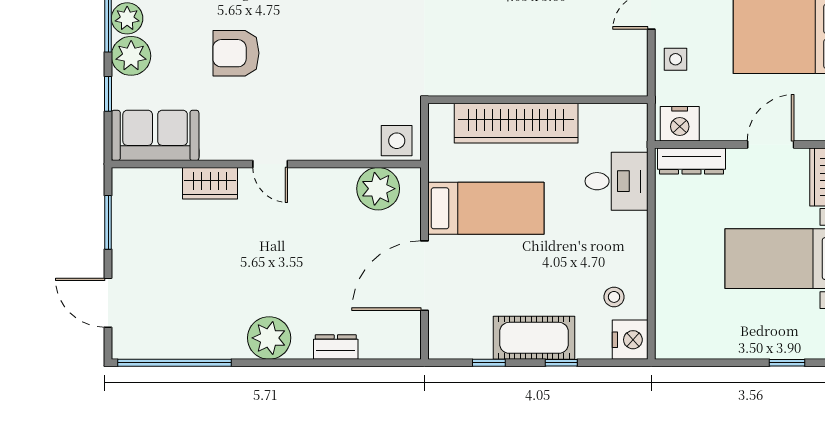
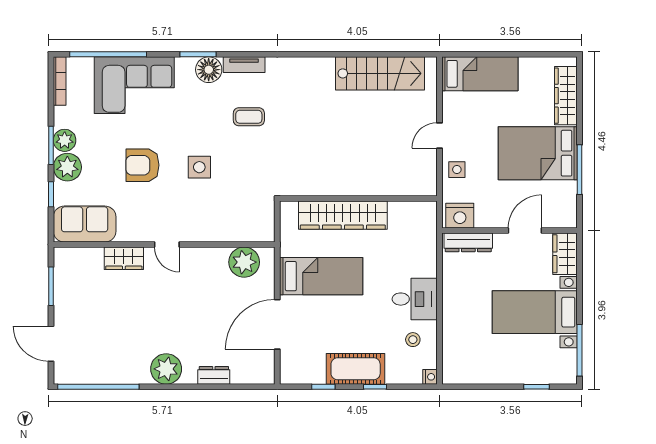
side table: (397, 141) -> (199, 167), moved
desk: (616, 181) -> (415, 299), moved
nightstand: (630, 340) -> (430, 377), width x0.53, depth x0.56

